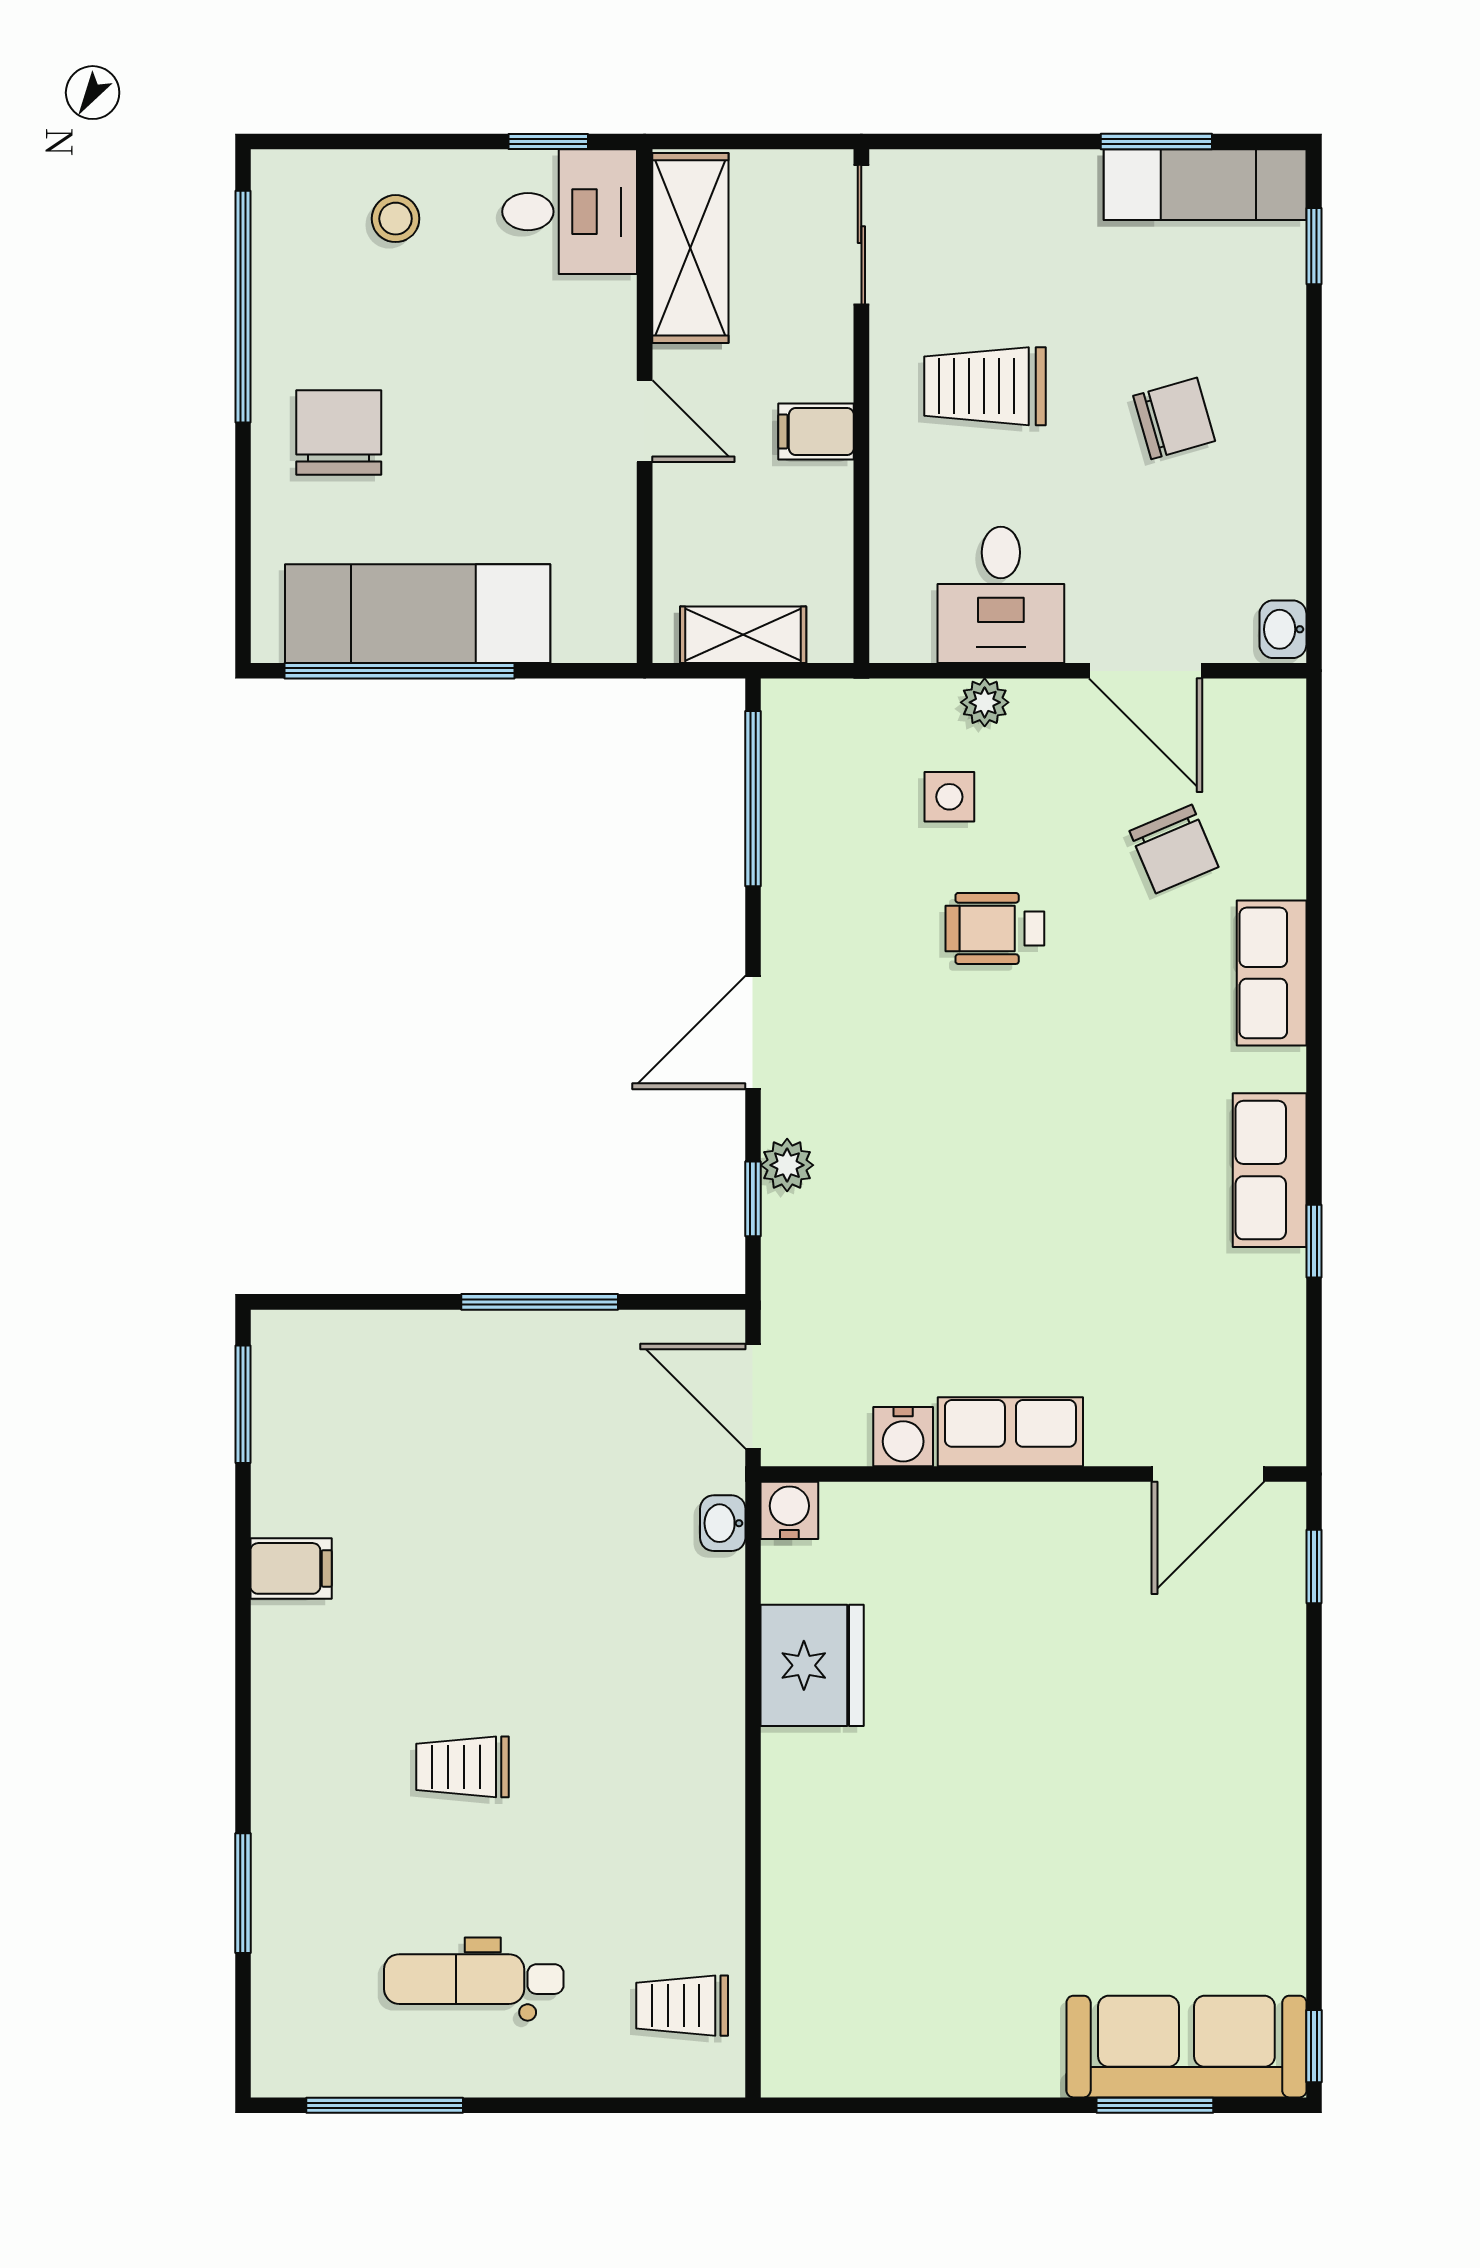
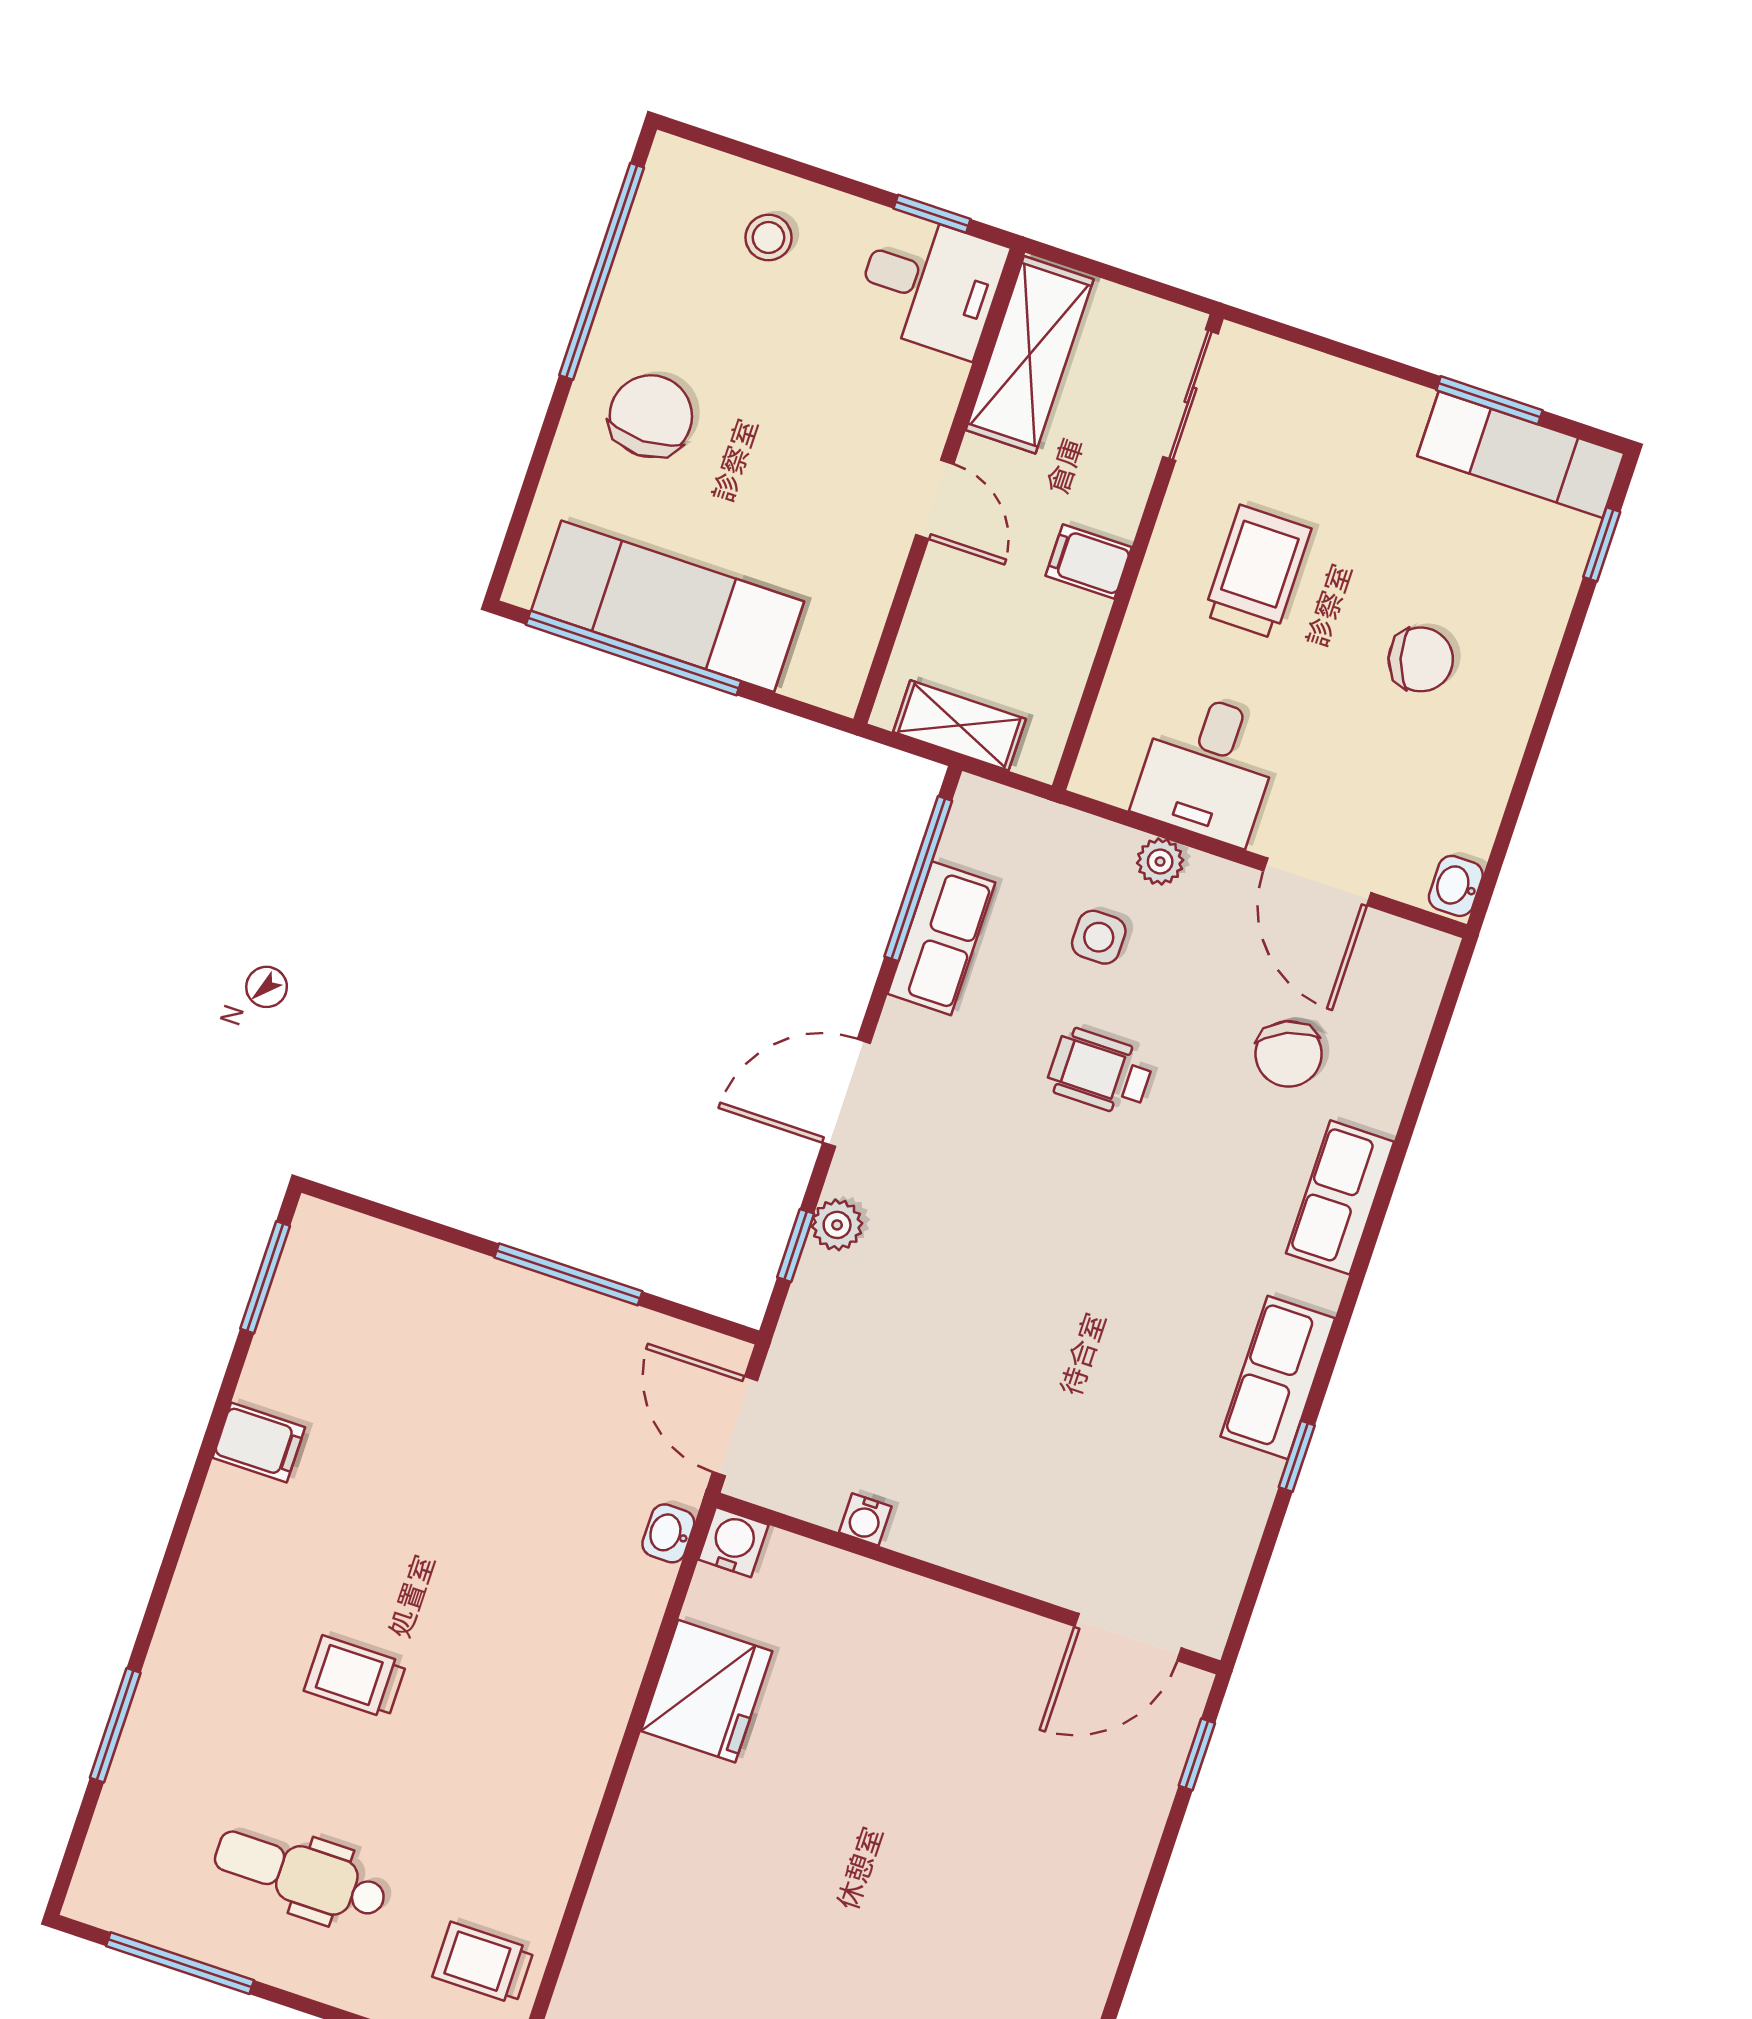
trolley: (985, 386) -> (1257, 572), turned 90
row of seats: (1010, 1432) -> (941, 938), moved, turned 90
water cooler: (903, 1437) -> (865, 1519), width x0.72, depth x0.72

